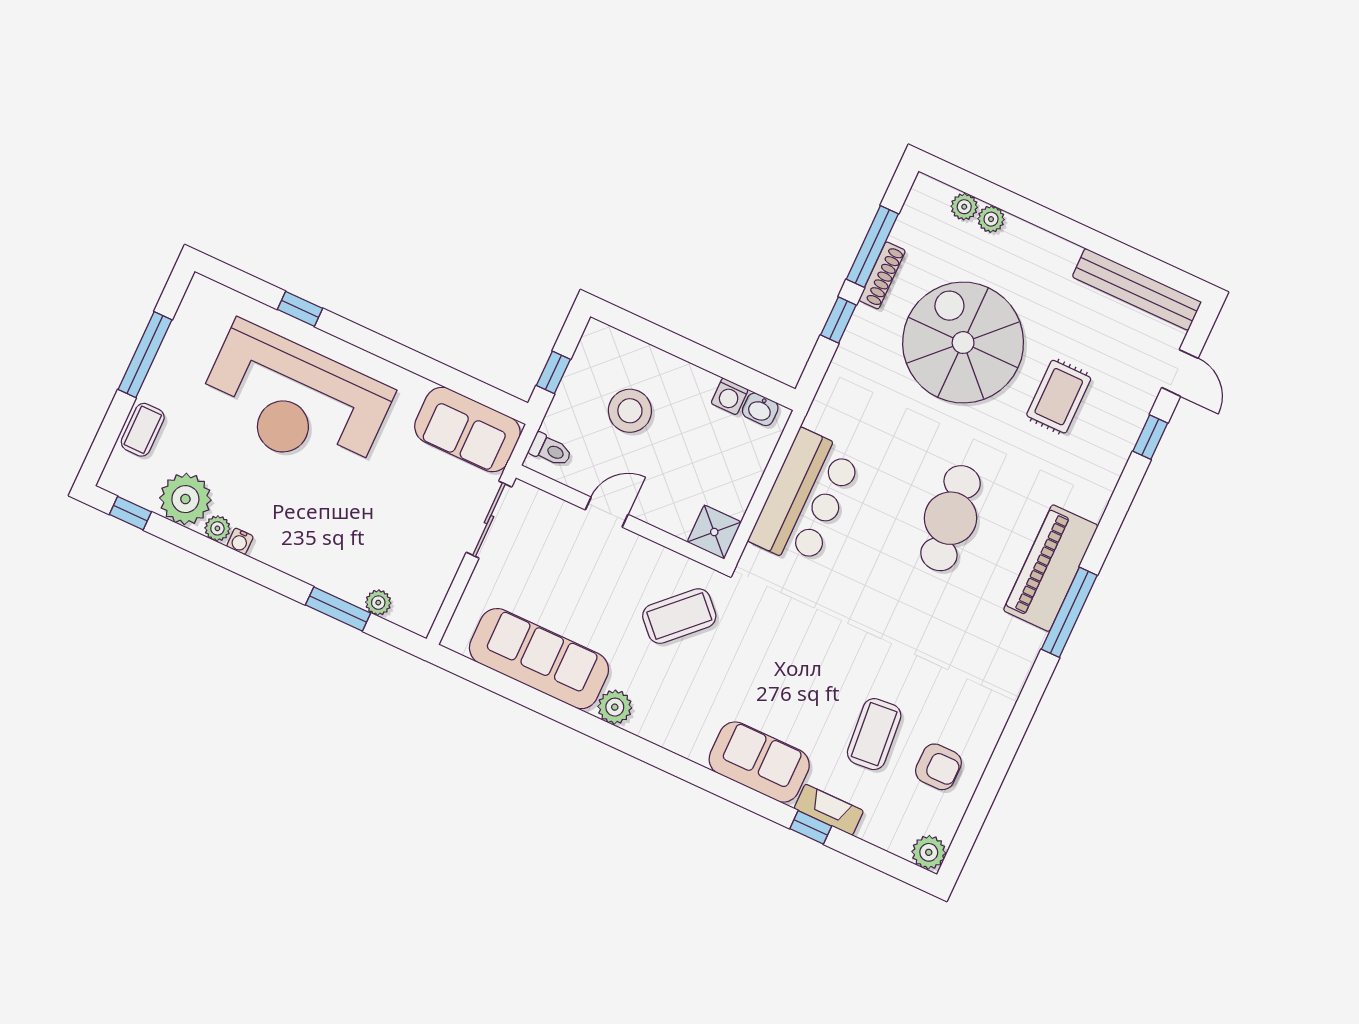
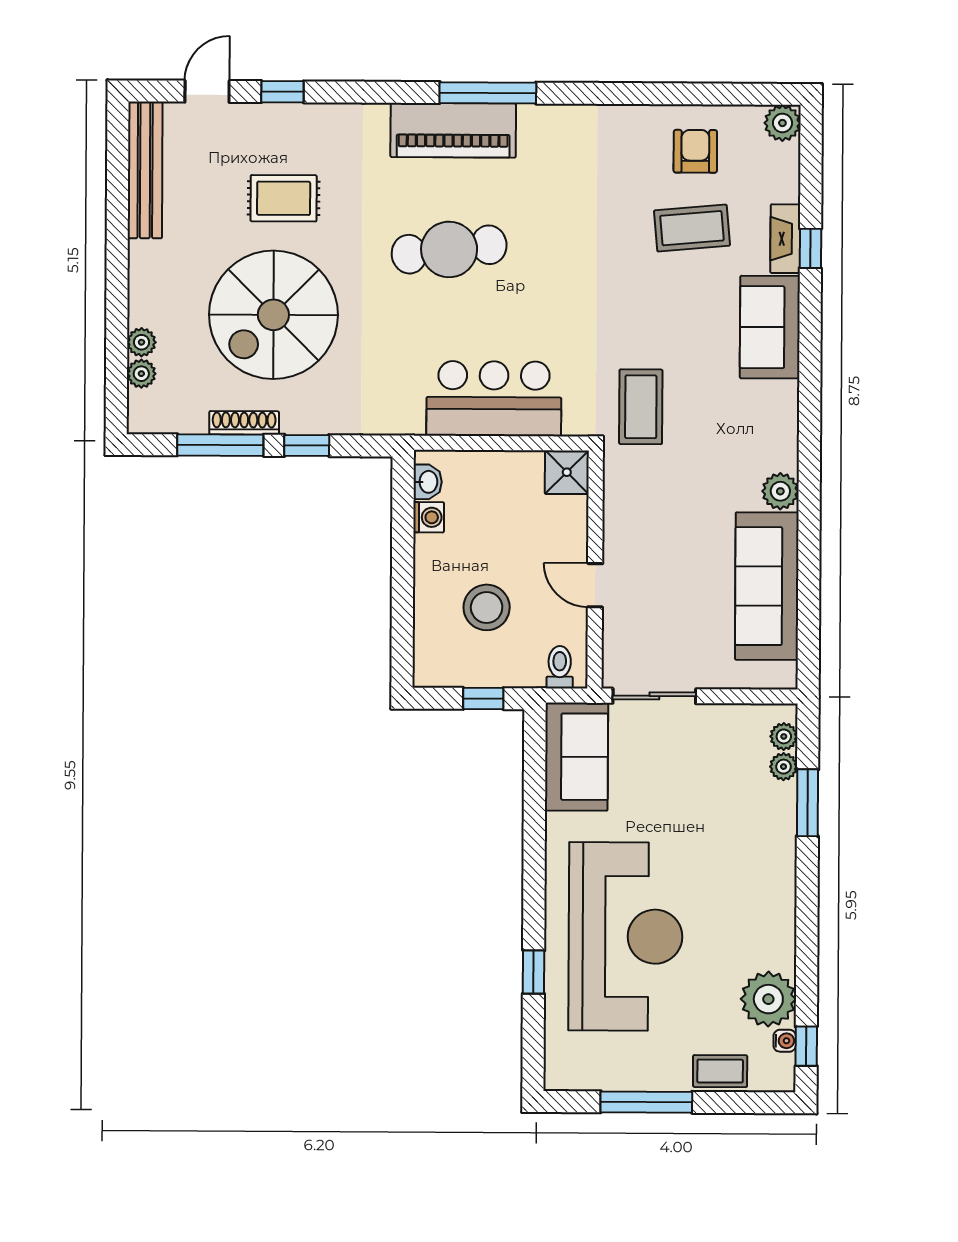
plant: (217, 528) -> (784, 736), moved
water cooler: (240, 541) -> (785, 1041), moved
coffee table: (679, 616) -> (641, 407), moved, turned 44

